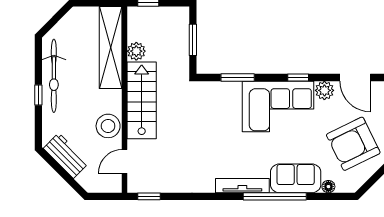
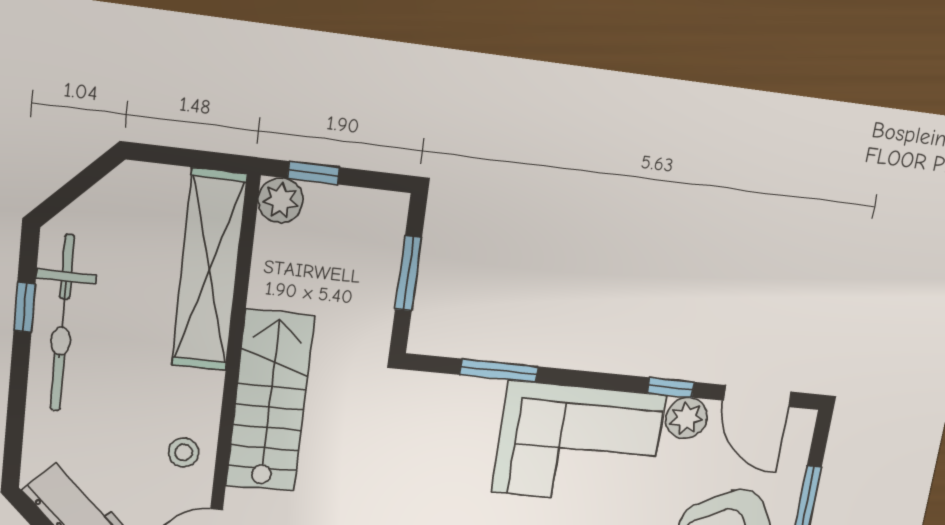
plant: (136, 51) -> (281, 200), moved
window: (298, 77) -> (671, 388), moved
window: (38, 95) -> (24, 307), moved
stool: (108, 126) -> (184, 452), width x0.53, depth x0.53

